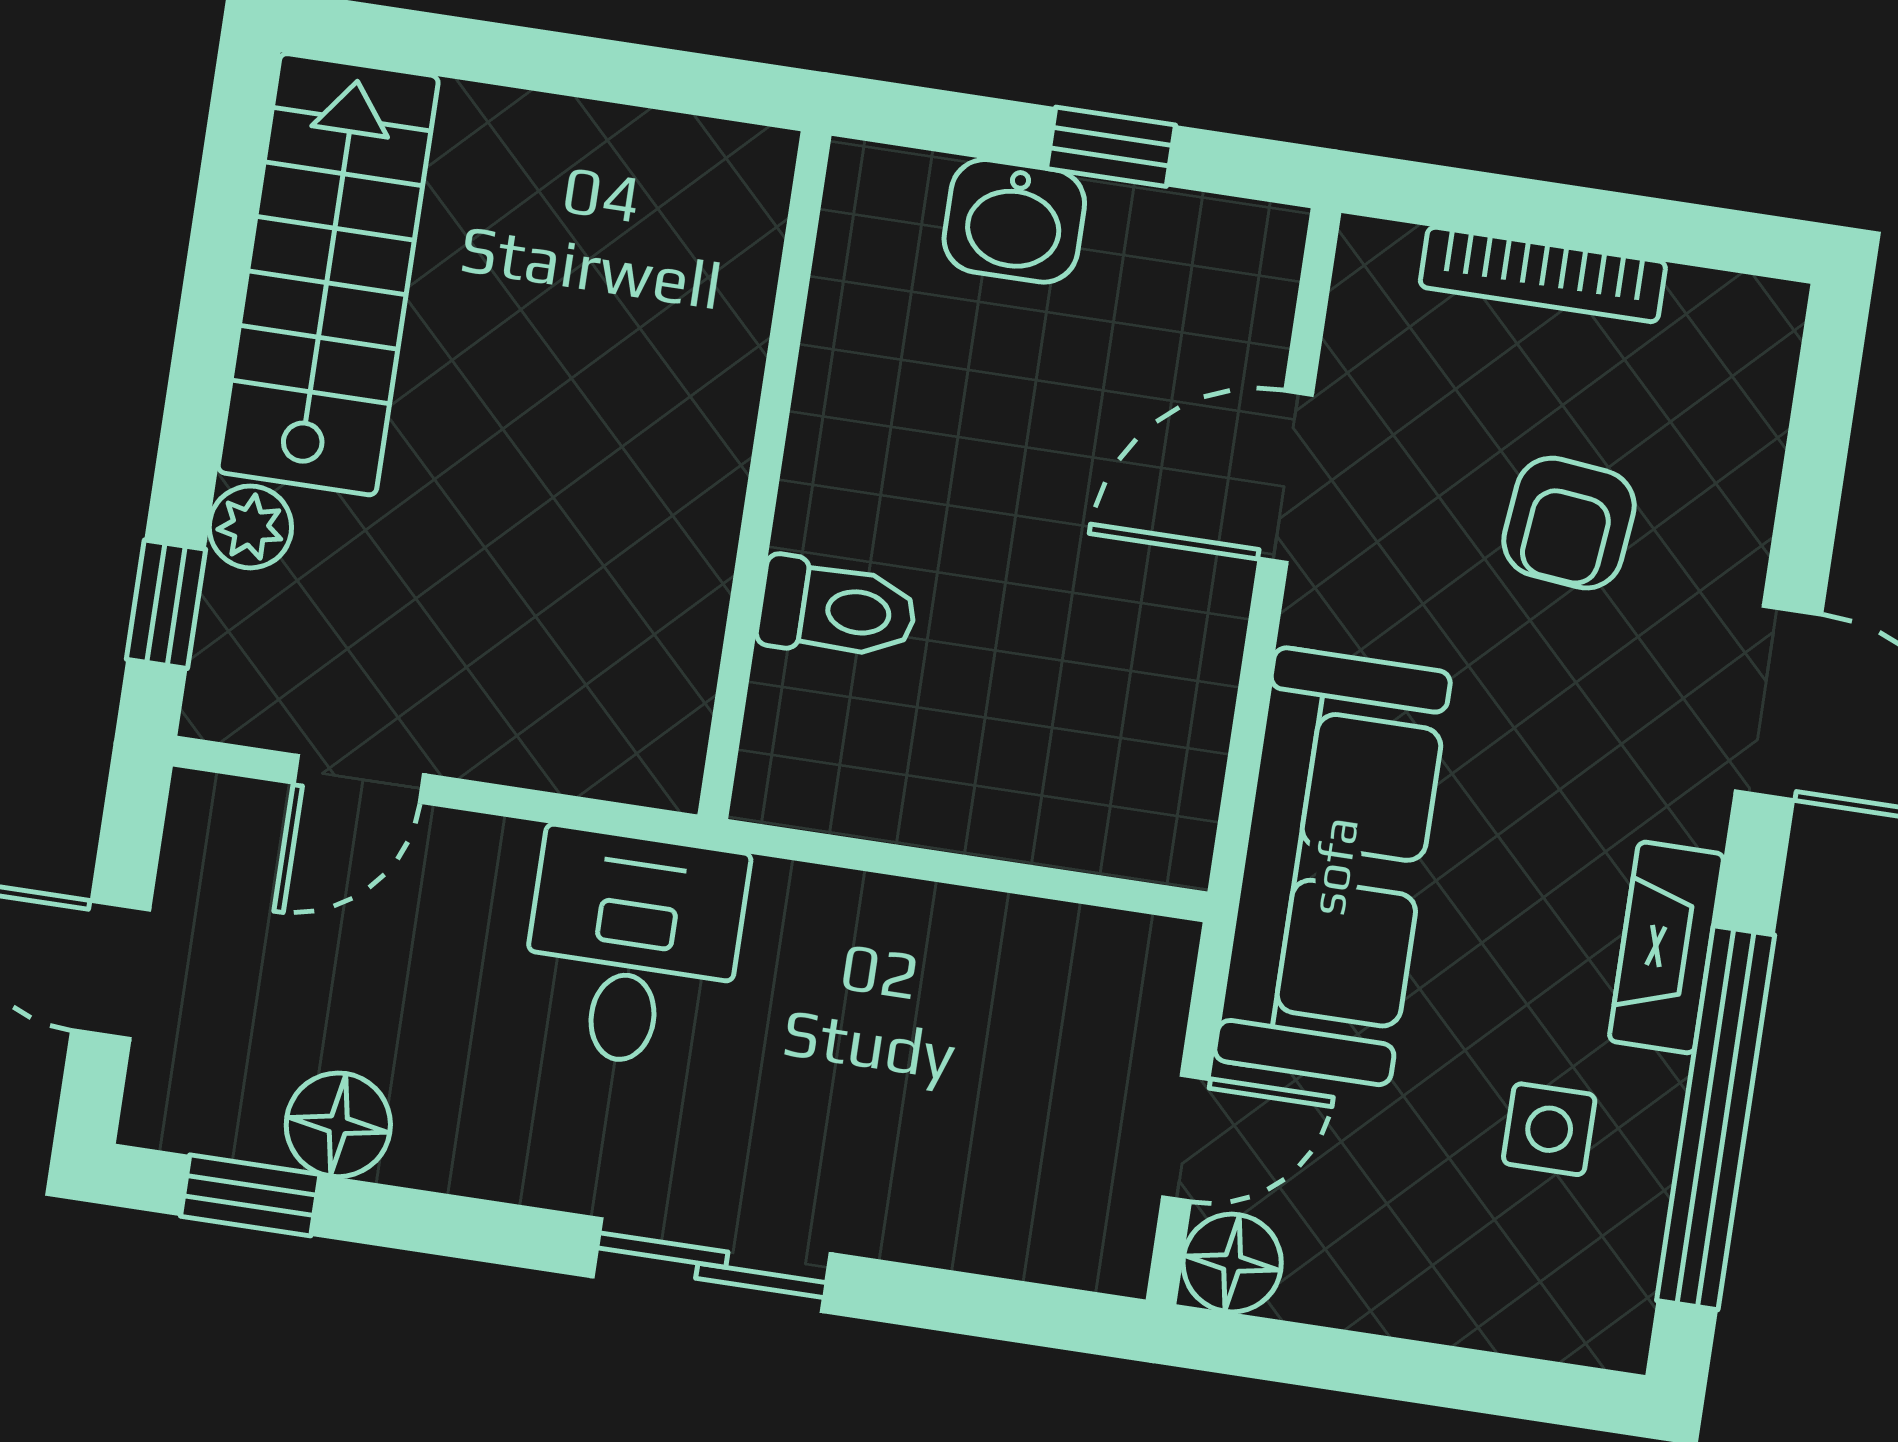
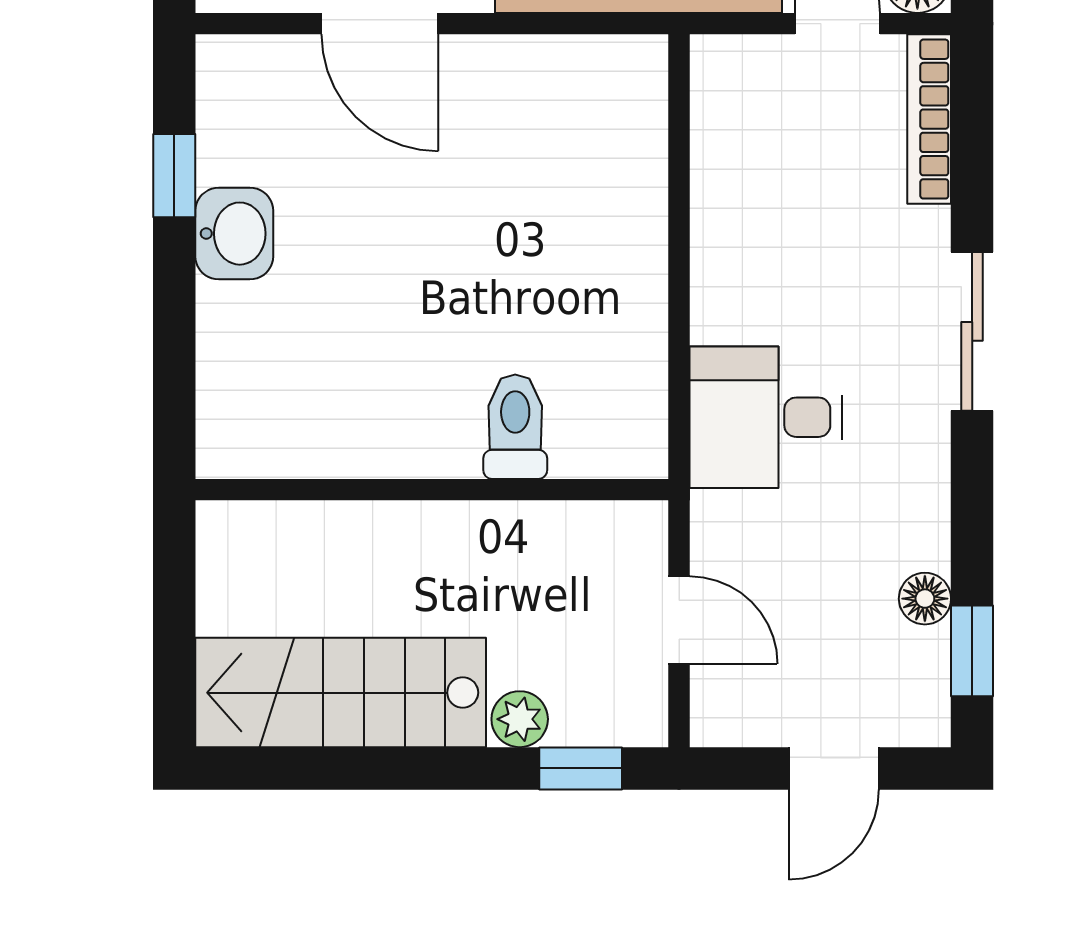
wall: (764, 475) -> (432, 490), moved
toilet: (837, 609) -> (515, 427), moved
floor lamp: (338, 1125) -> (925, 599), width x0.73, depth x0.73
bookcase: (1028, 1250) -> (929, 119), added

